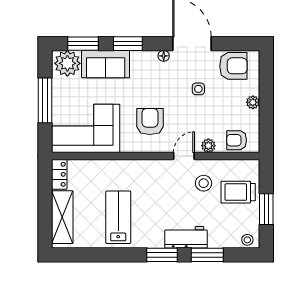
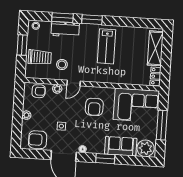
window: (83, 44) -> (135, 160), removed
lab bench: (118, 217) -> (107, 46), moved
workbench: (186, 237) -> (65, 29), moved

